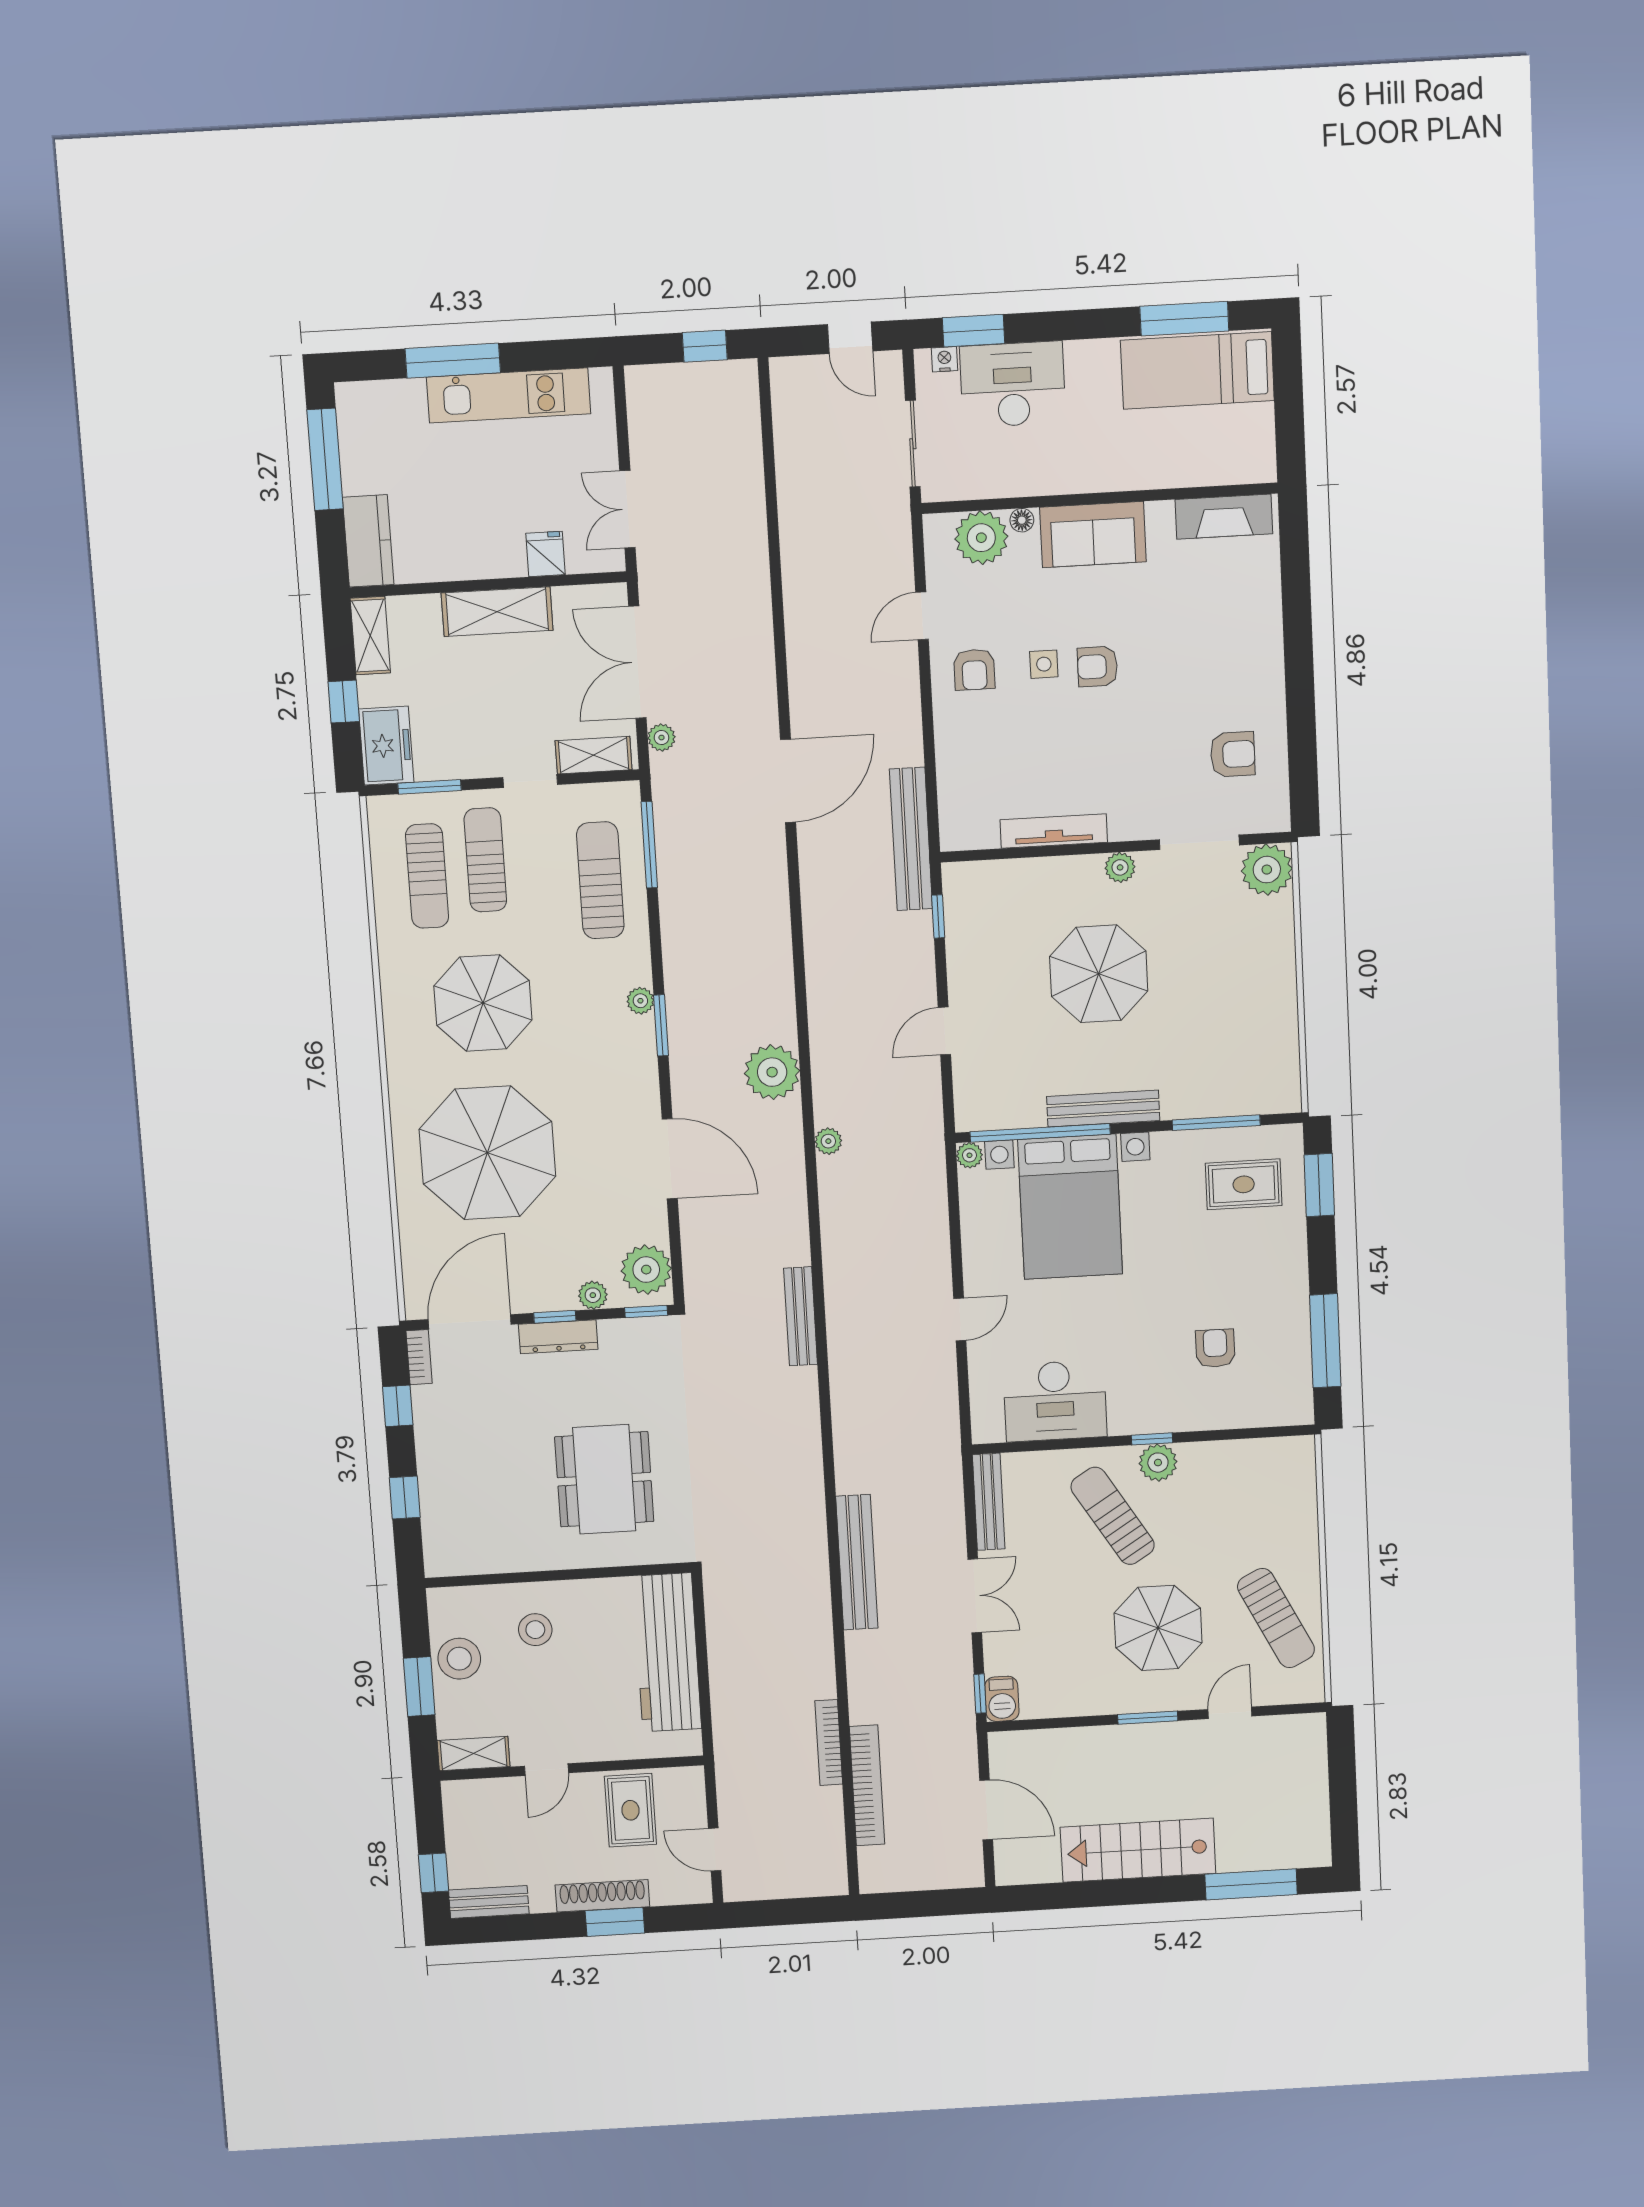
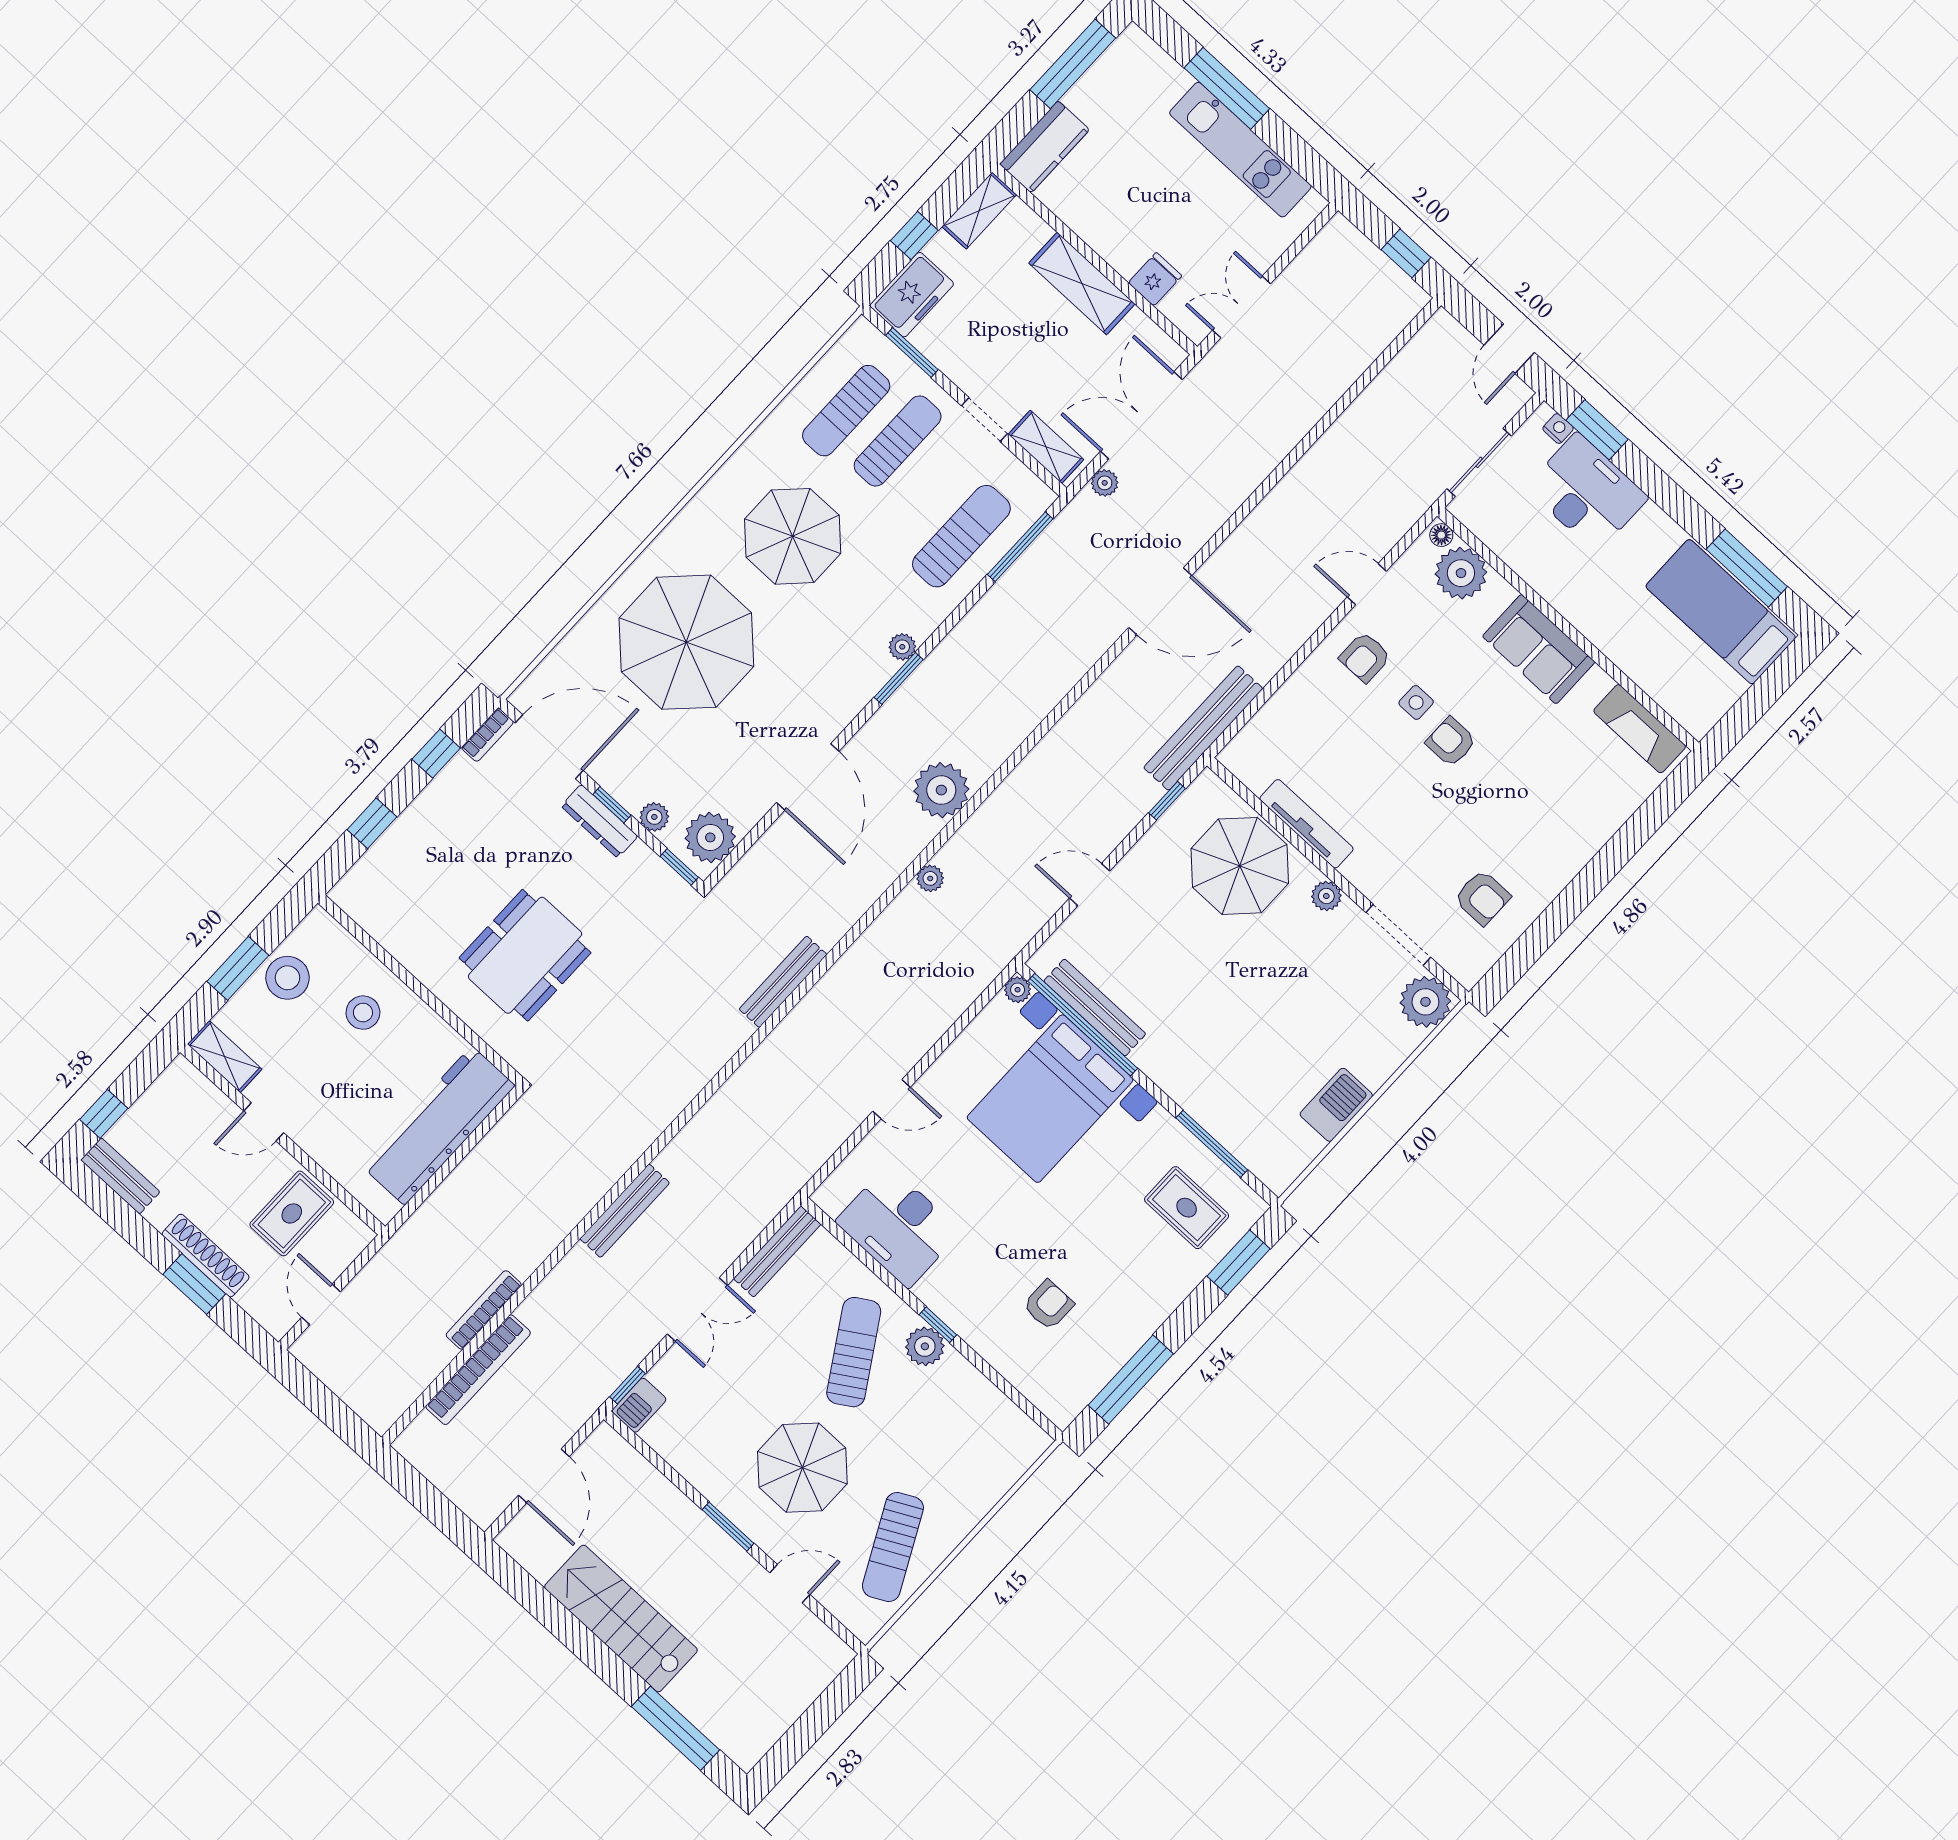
floor lamp: (1022, 520) -> (1441, 535), moved
parasol: (1099, 974) -> (1240, 866), moved
barbecue: (1277, 1006) -> (1336, 1105), added
bench: (1103, 1109) -> (1095, 1008), moved
bench: (857, 1562) -> (625, 1211), width x0.73, depth x0.82

